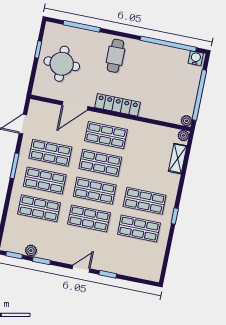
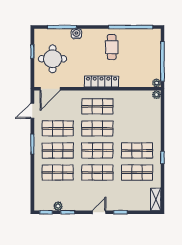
cafe table: (115, 56) -> (112, 47), moved
water cooler: (196, 58) -> (76, 34), moved
door: (75, 106) -> (50, 89), moved
shelving: (178, 158) -> (156, 199), moved

